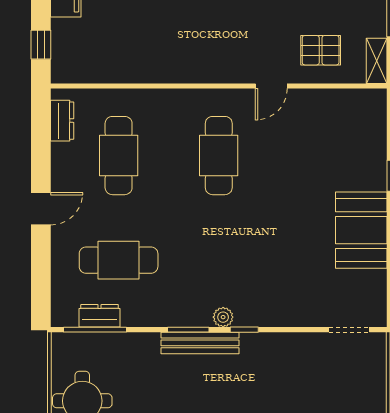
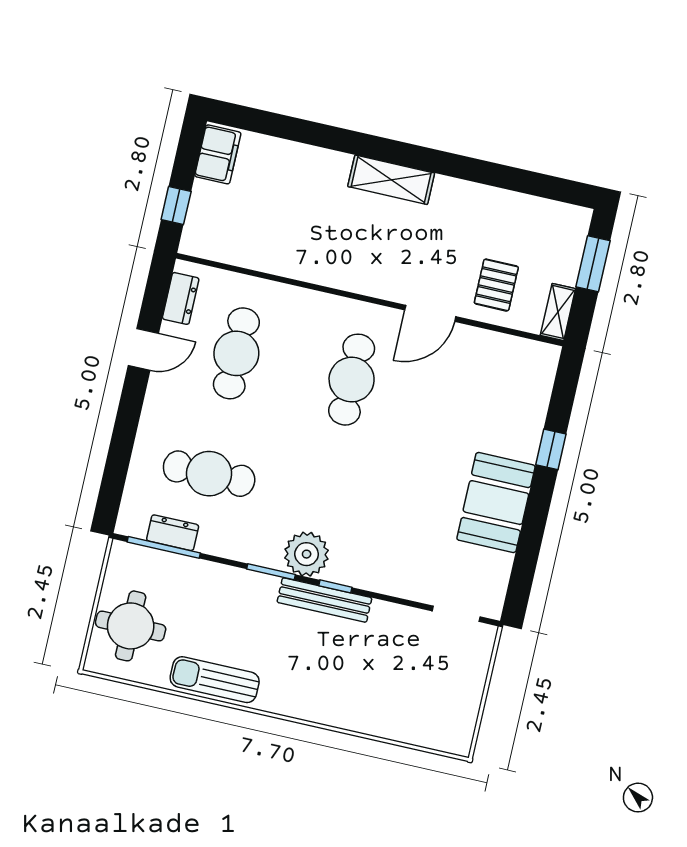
pallet: (321, 50) -> (496, 285), turned 90
door: (271, 86) -> (430, 313), width x1.38
door: (41, 209) -> (143, 349), moved
plant: (223, 317) -> (307, 554), width x1.87, depth x1.87
bench: (200, 343) -> (324, 600), moved

